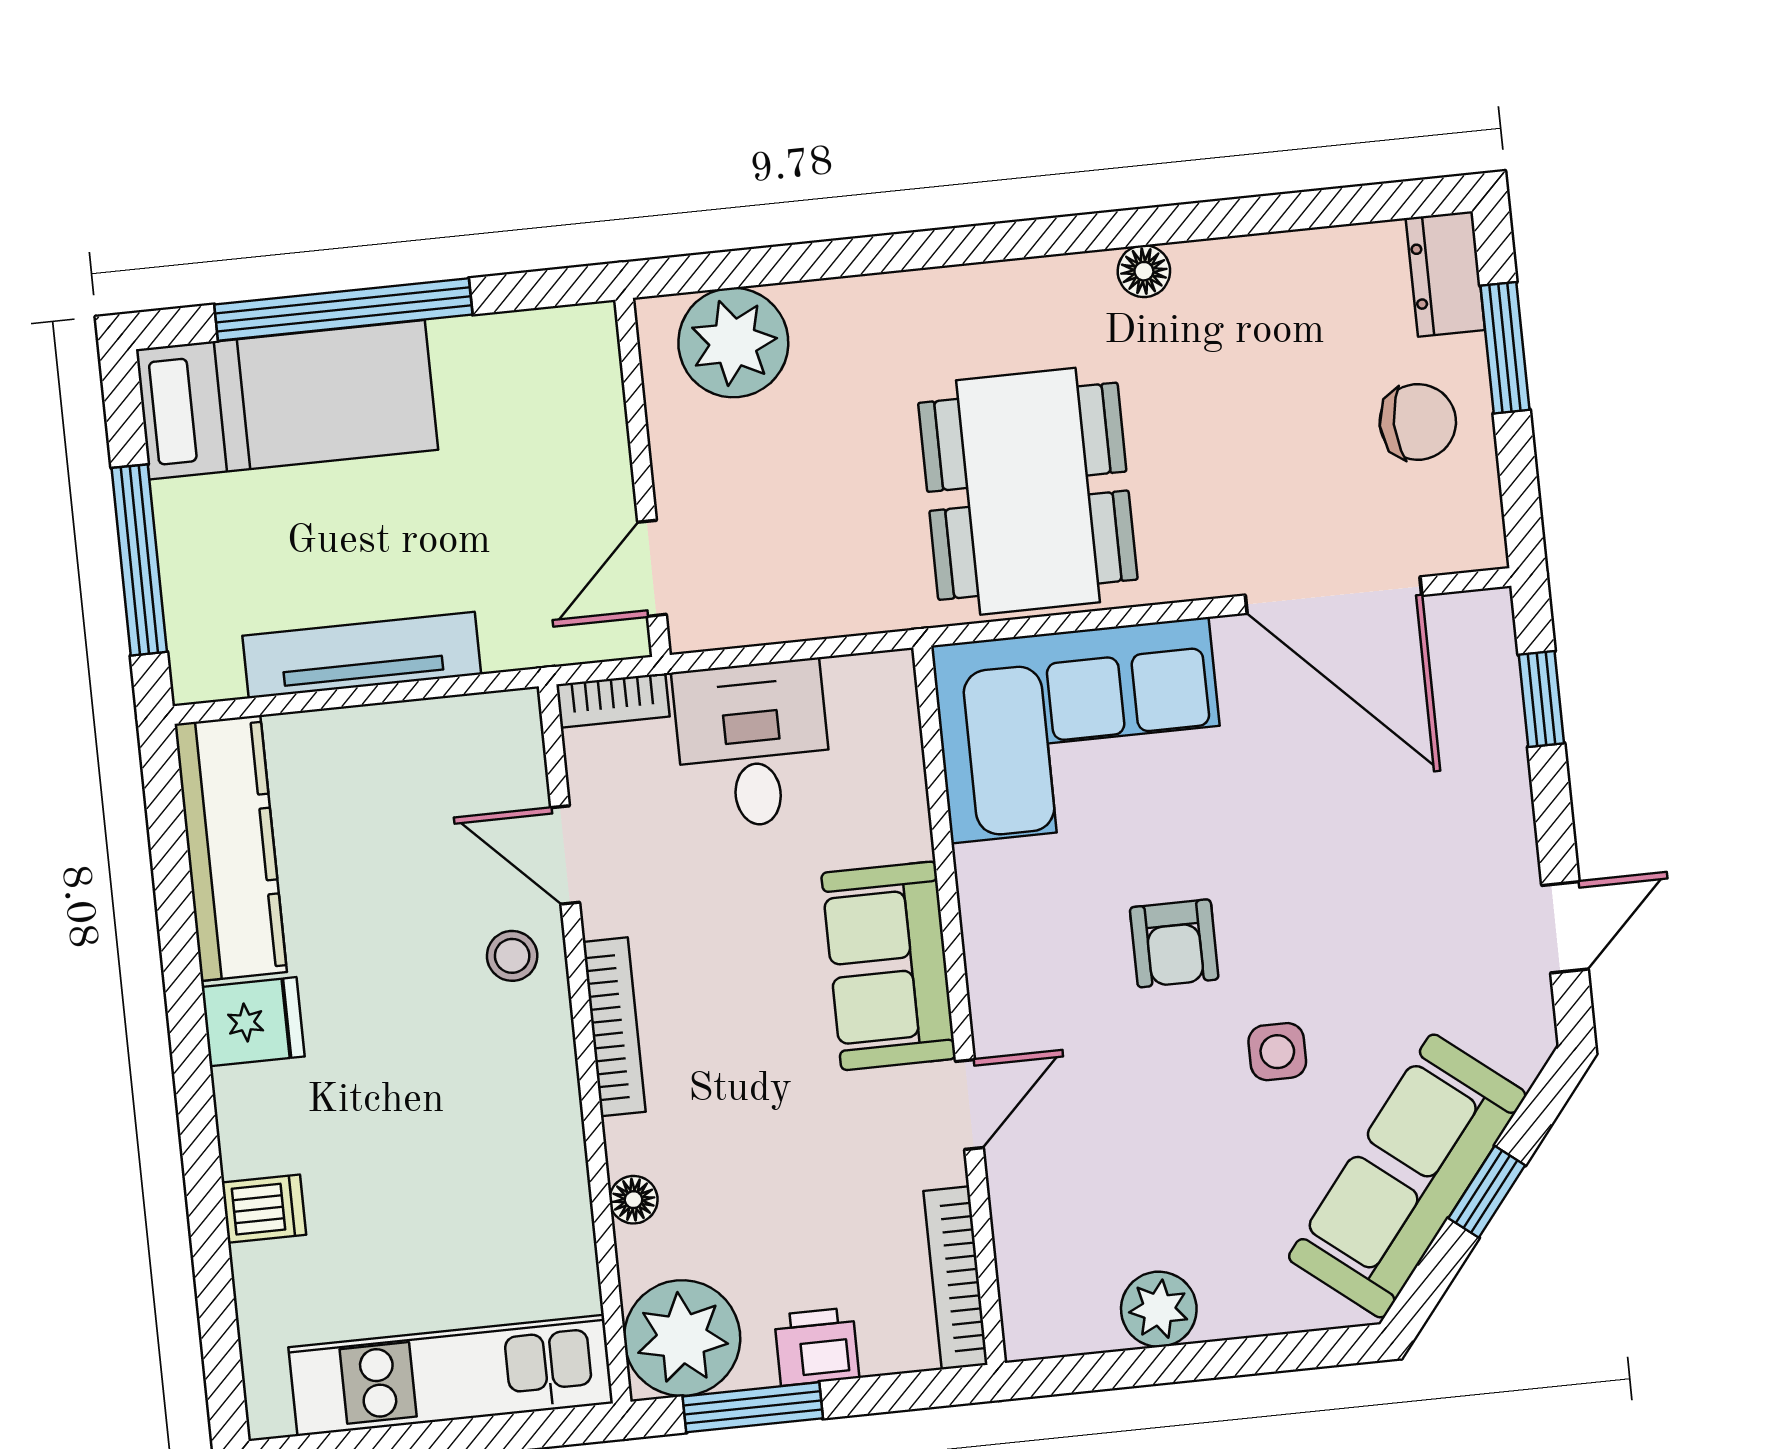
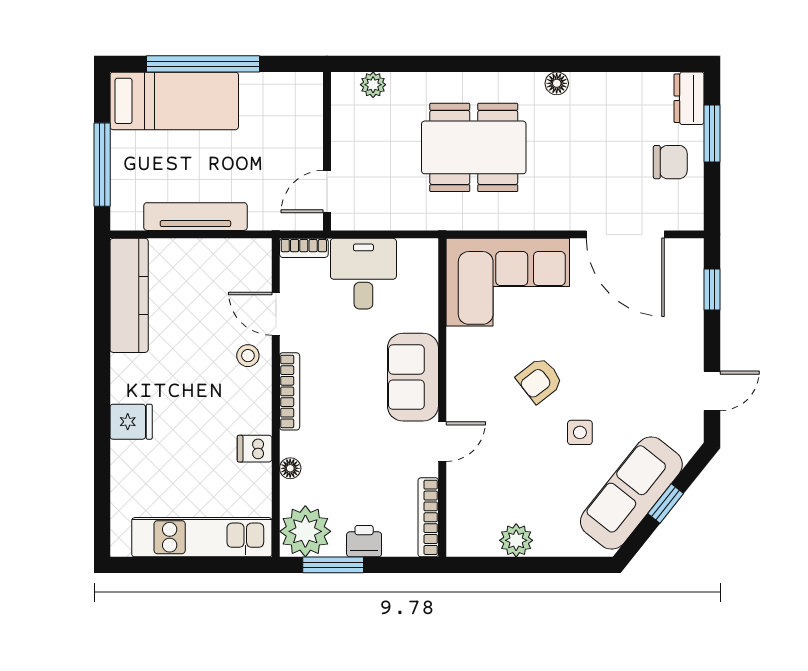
plant: (733, 343) -> (373, 85), width x0.53, depth x0.53
dining table: (1028, 491) -> (474, 147), moved, turned 90
armchair: (1174, 943) -> (540, 380), turned 52
fridge: (253, 1022) -> (131, 422), moved
dishwasher: (264, 1209) -> (255, 449), moved, turned 180

